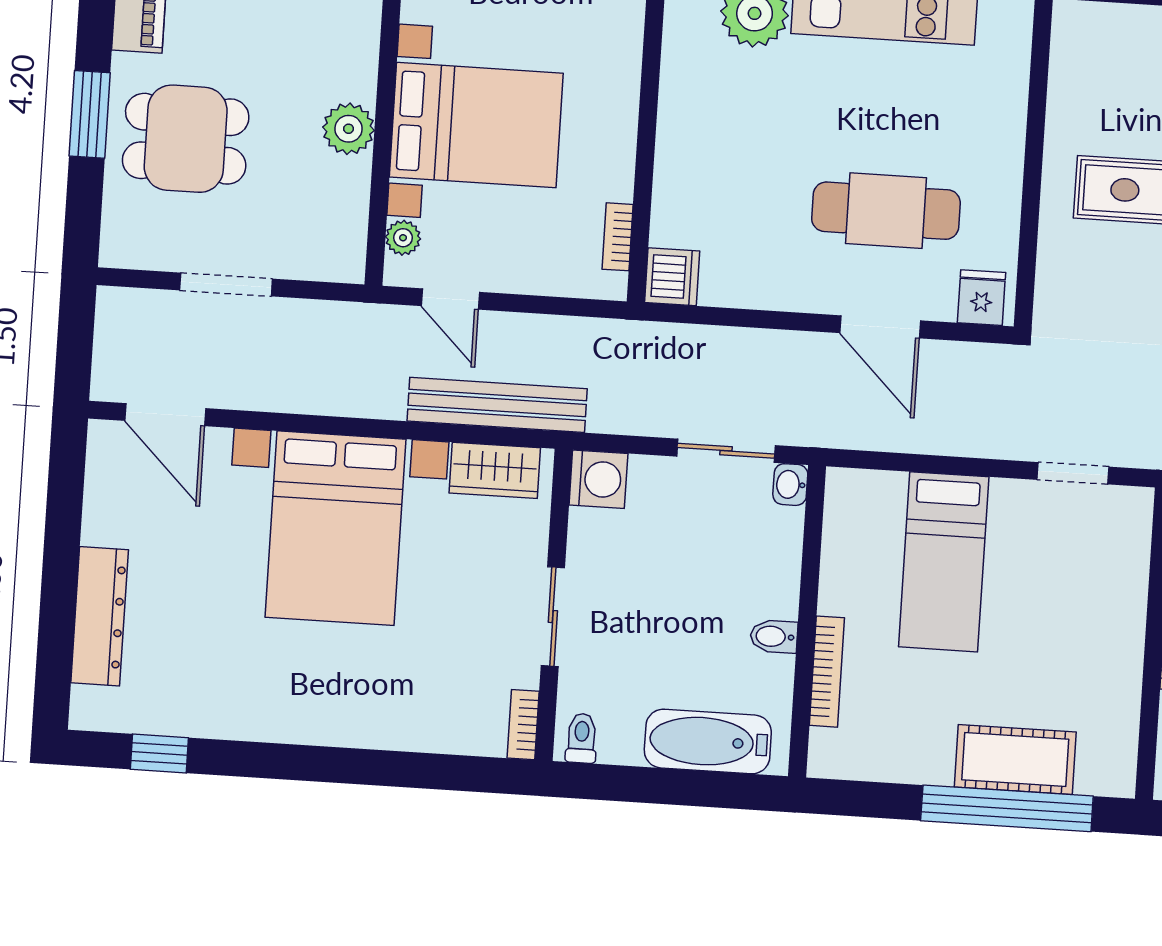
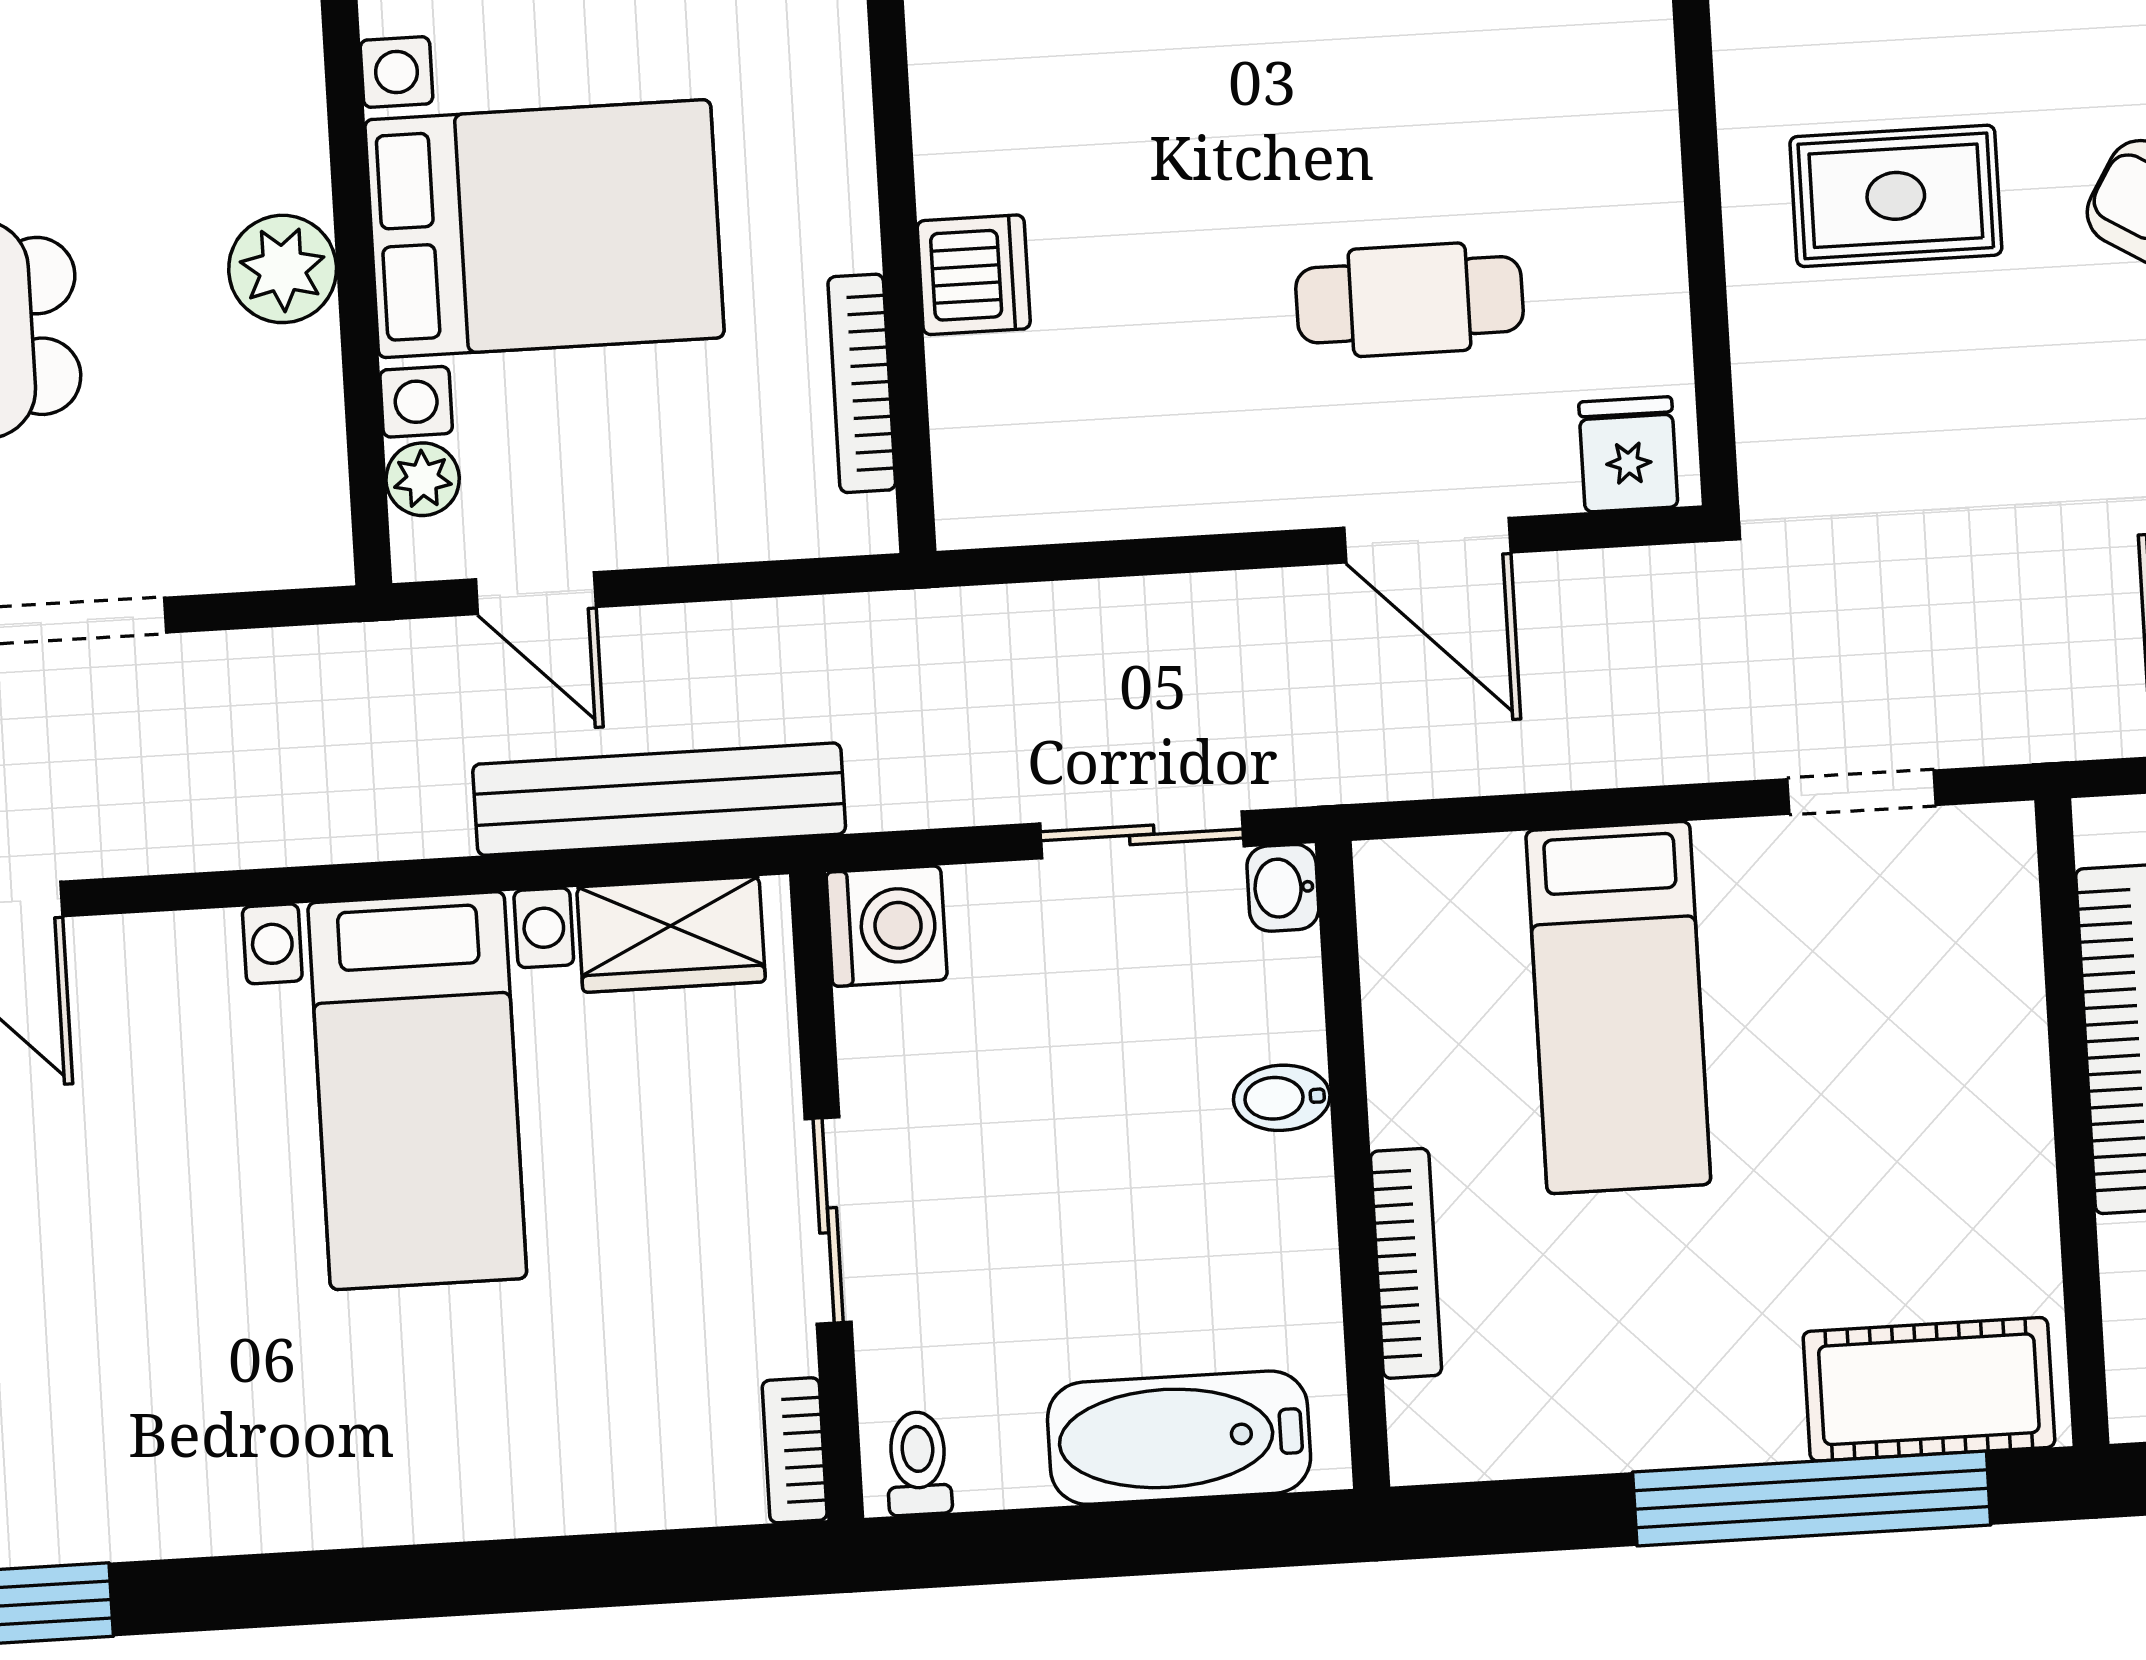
cafe table: (886, 211) -> (1409, 300), width x0.73, depth x0.74
bookcase: (618, 237) -> (862, 383), width x1.56
dishwasher: (672, 277) -> (974, 275), moved
bed with nightstands: (336, 528) -> (417, 1091), width x0.73
bidet: (774, 636) -> (1282, 1098), moved
cot: (1015, 760) -> (1929, 1389), moved

